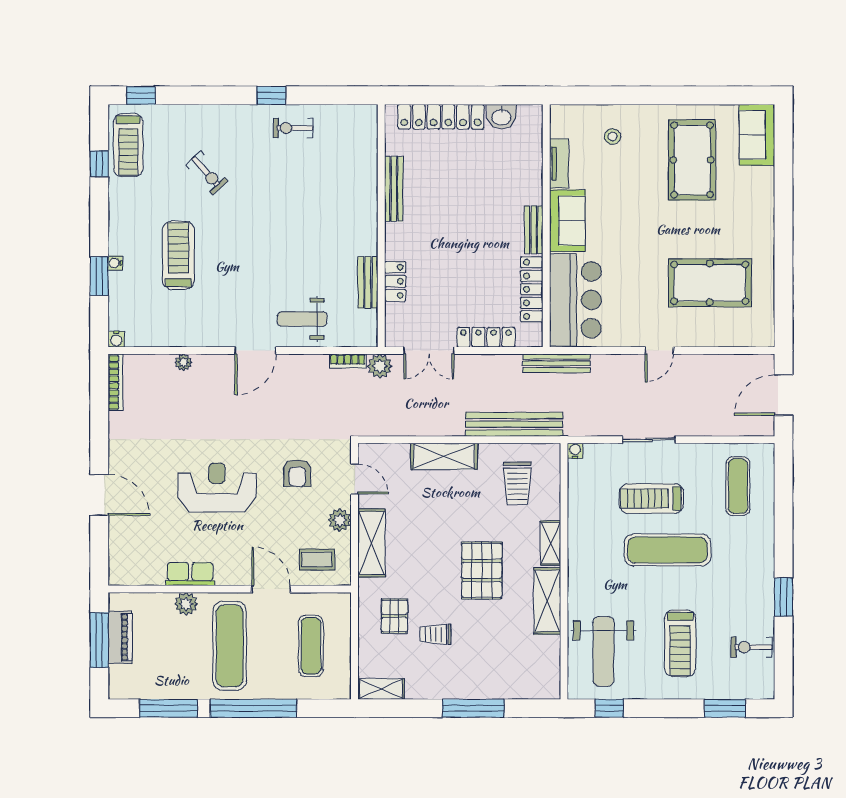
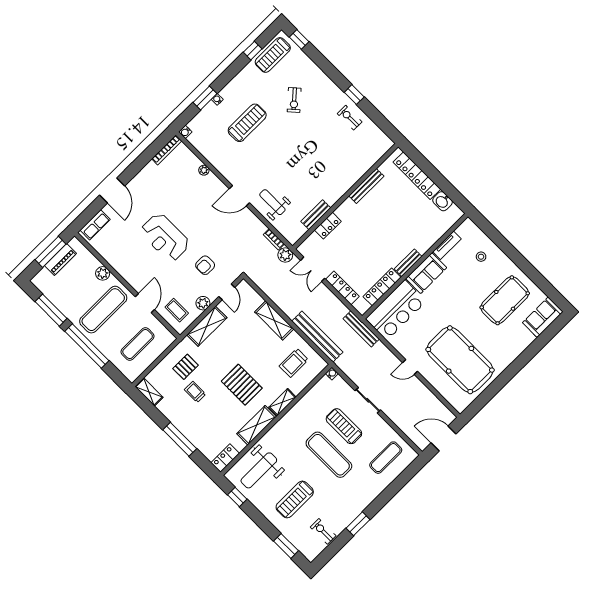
pool table: (710, 283) -> (460, 360), width x1.36, depth x1.32
reception desk: (217, 488) -> (165, 237), turned 180
pallet: (482, 570) -> (242, 385), turned 90
row of seats: (190, 574) -> (95, 225), moved, turned 90
locker: (549, 677) -> (225, 458), added

